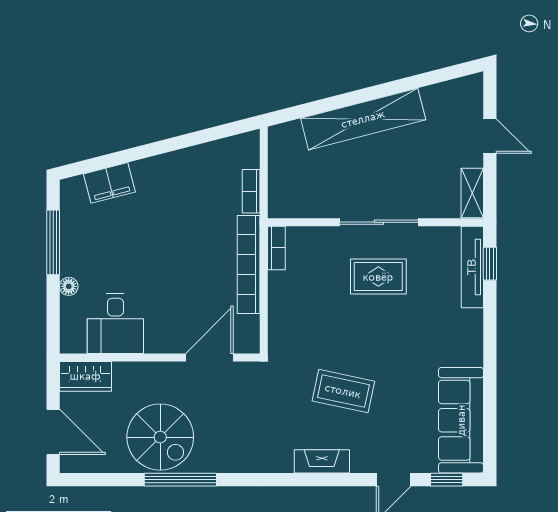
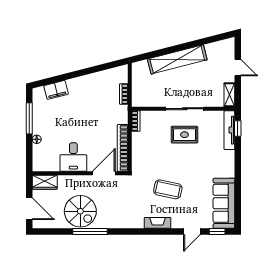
bookcase: (249, 264) -> (123, 148), moved
desk: (115, 323) -> (73, 157), moved

